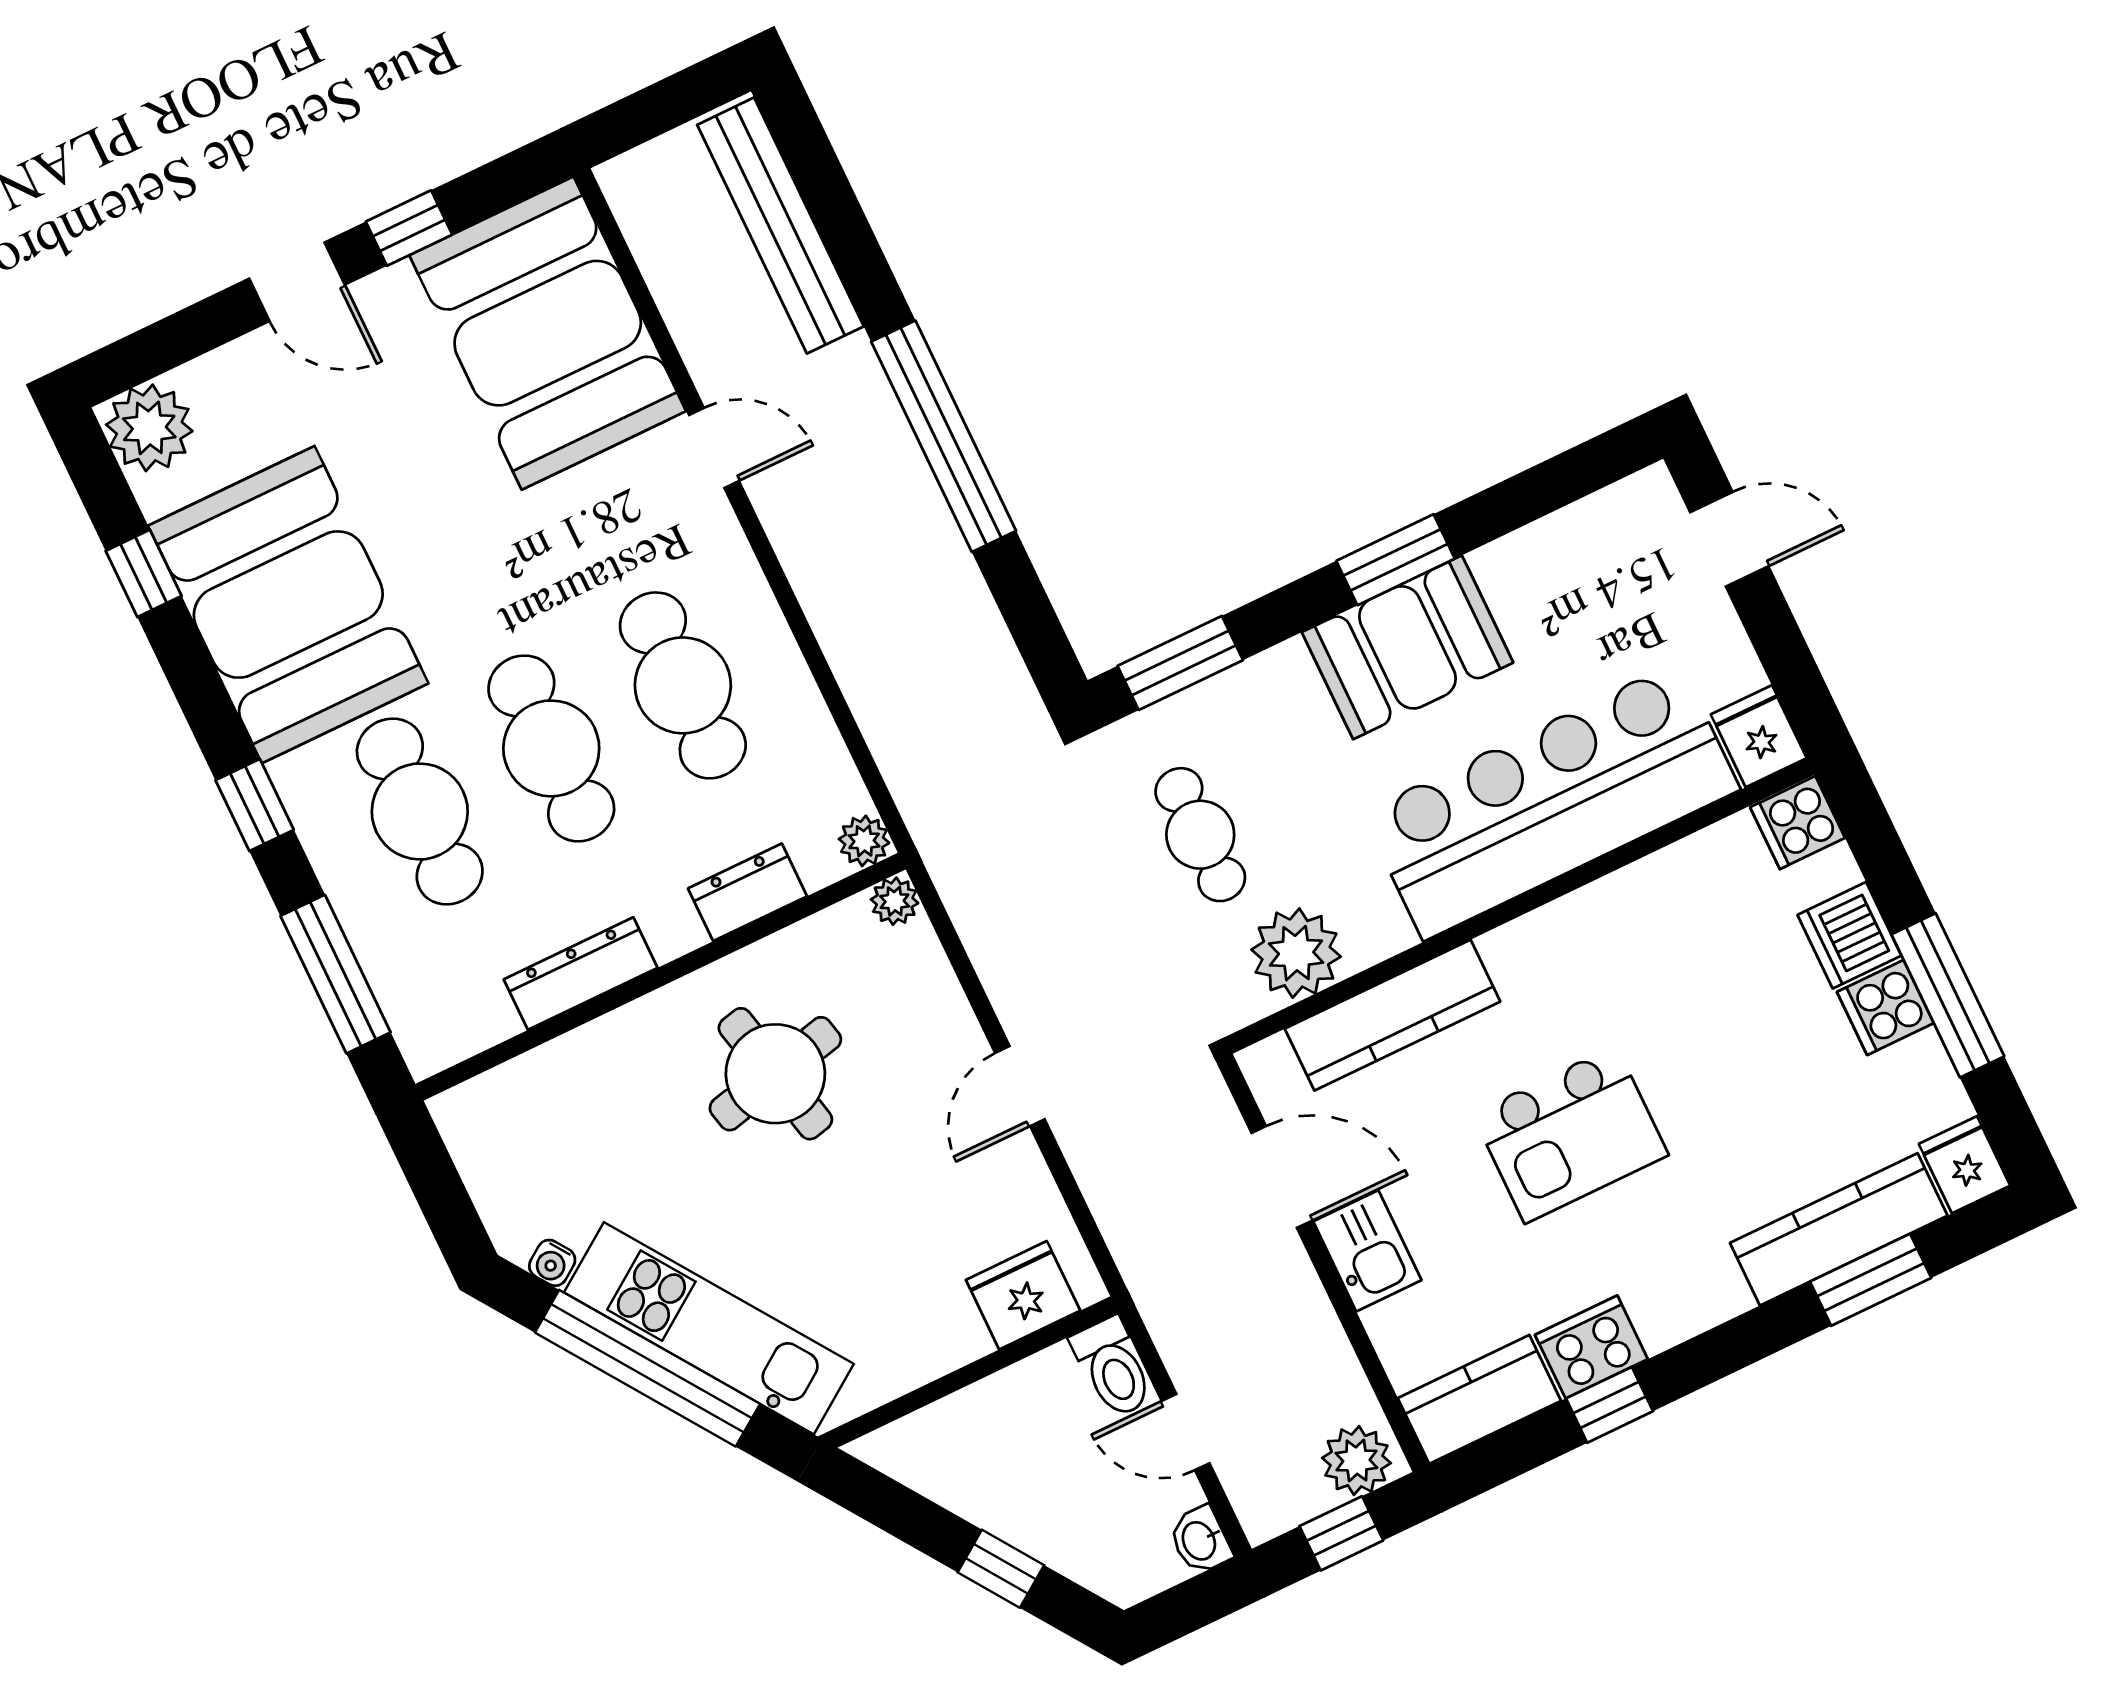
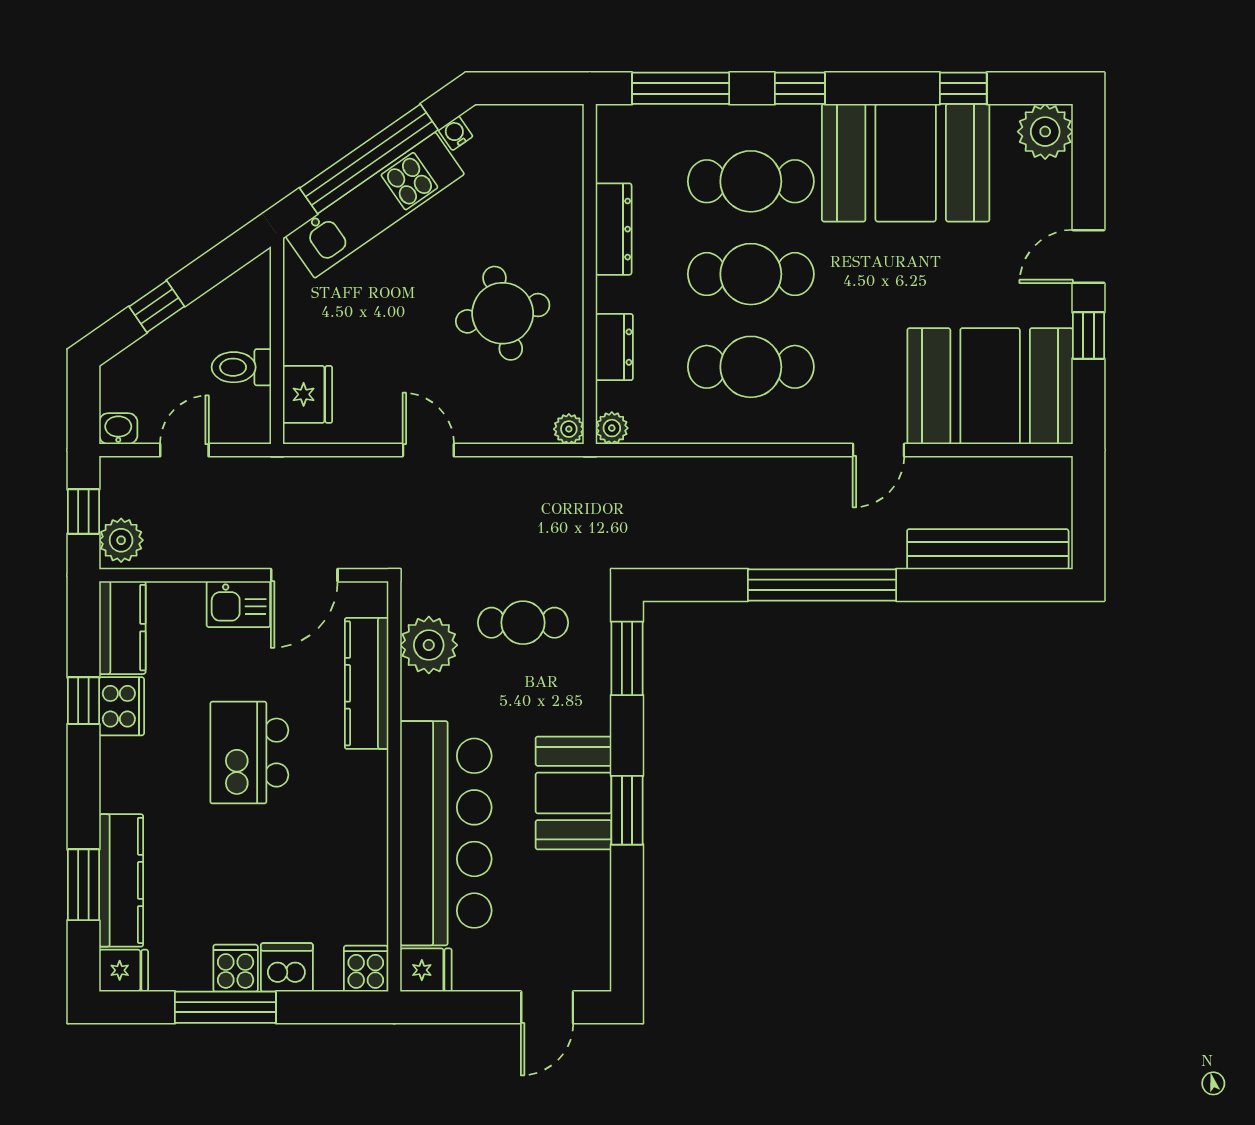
toilet: (1113, 1367) -> (241, 367), moved

